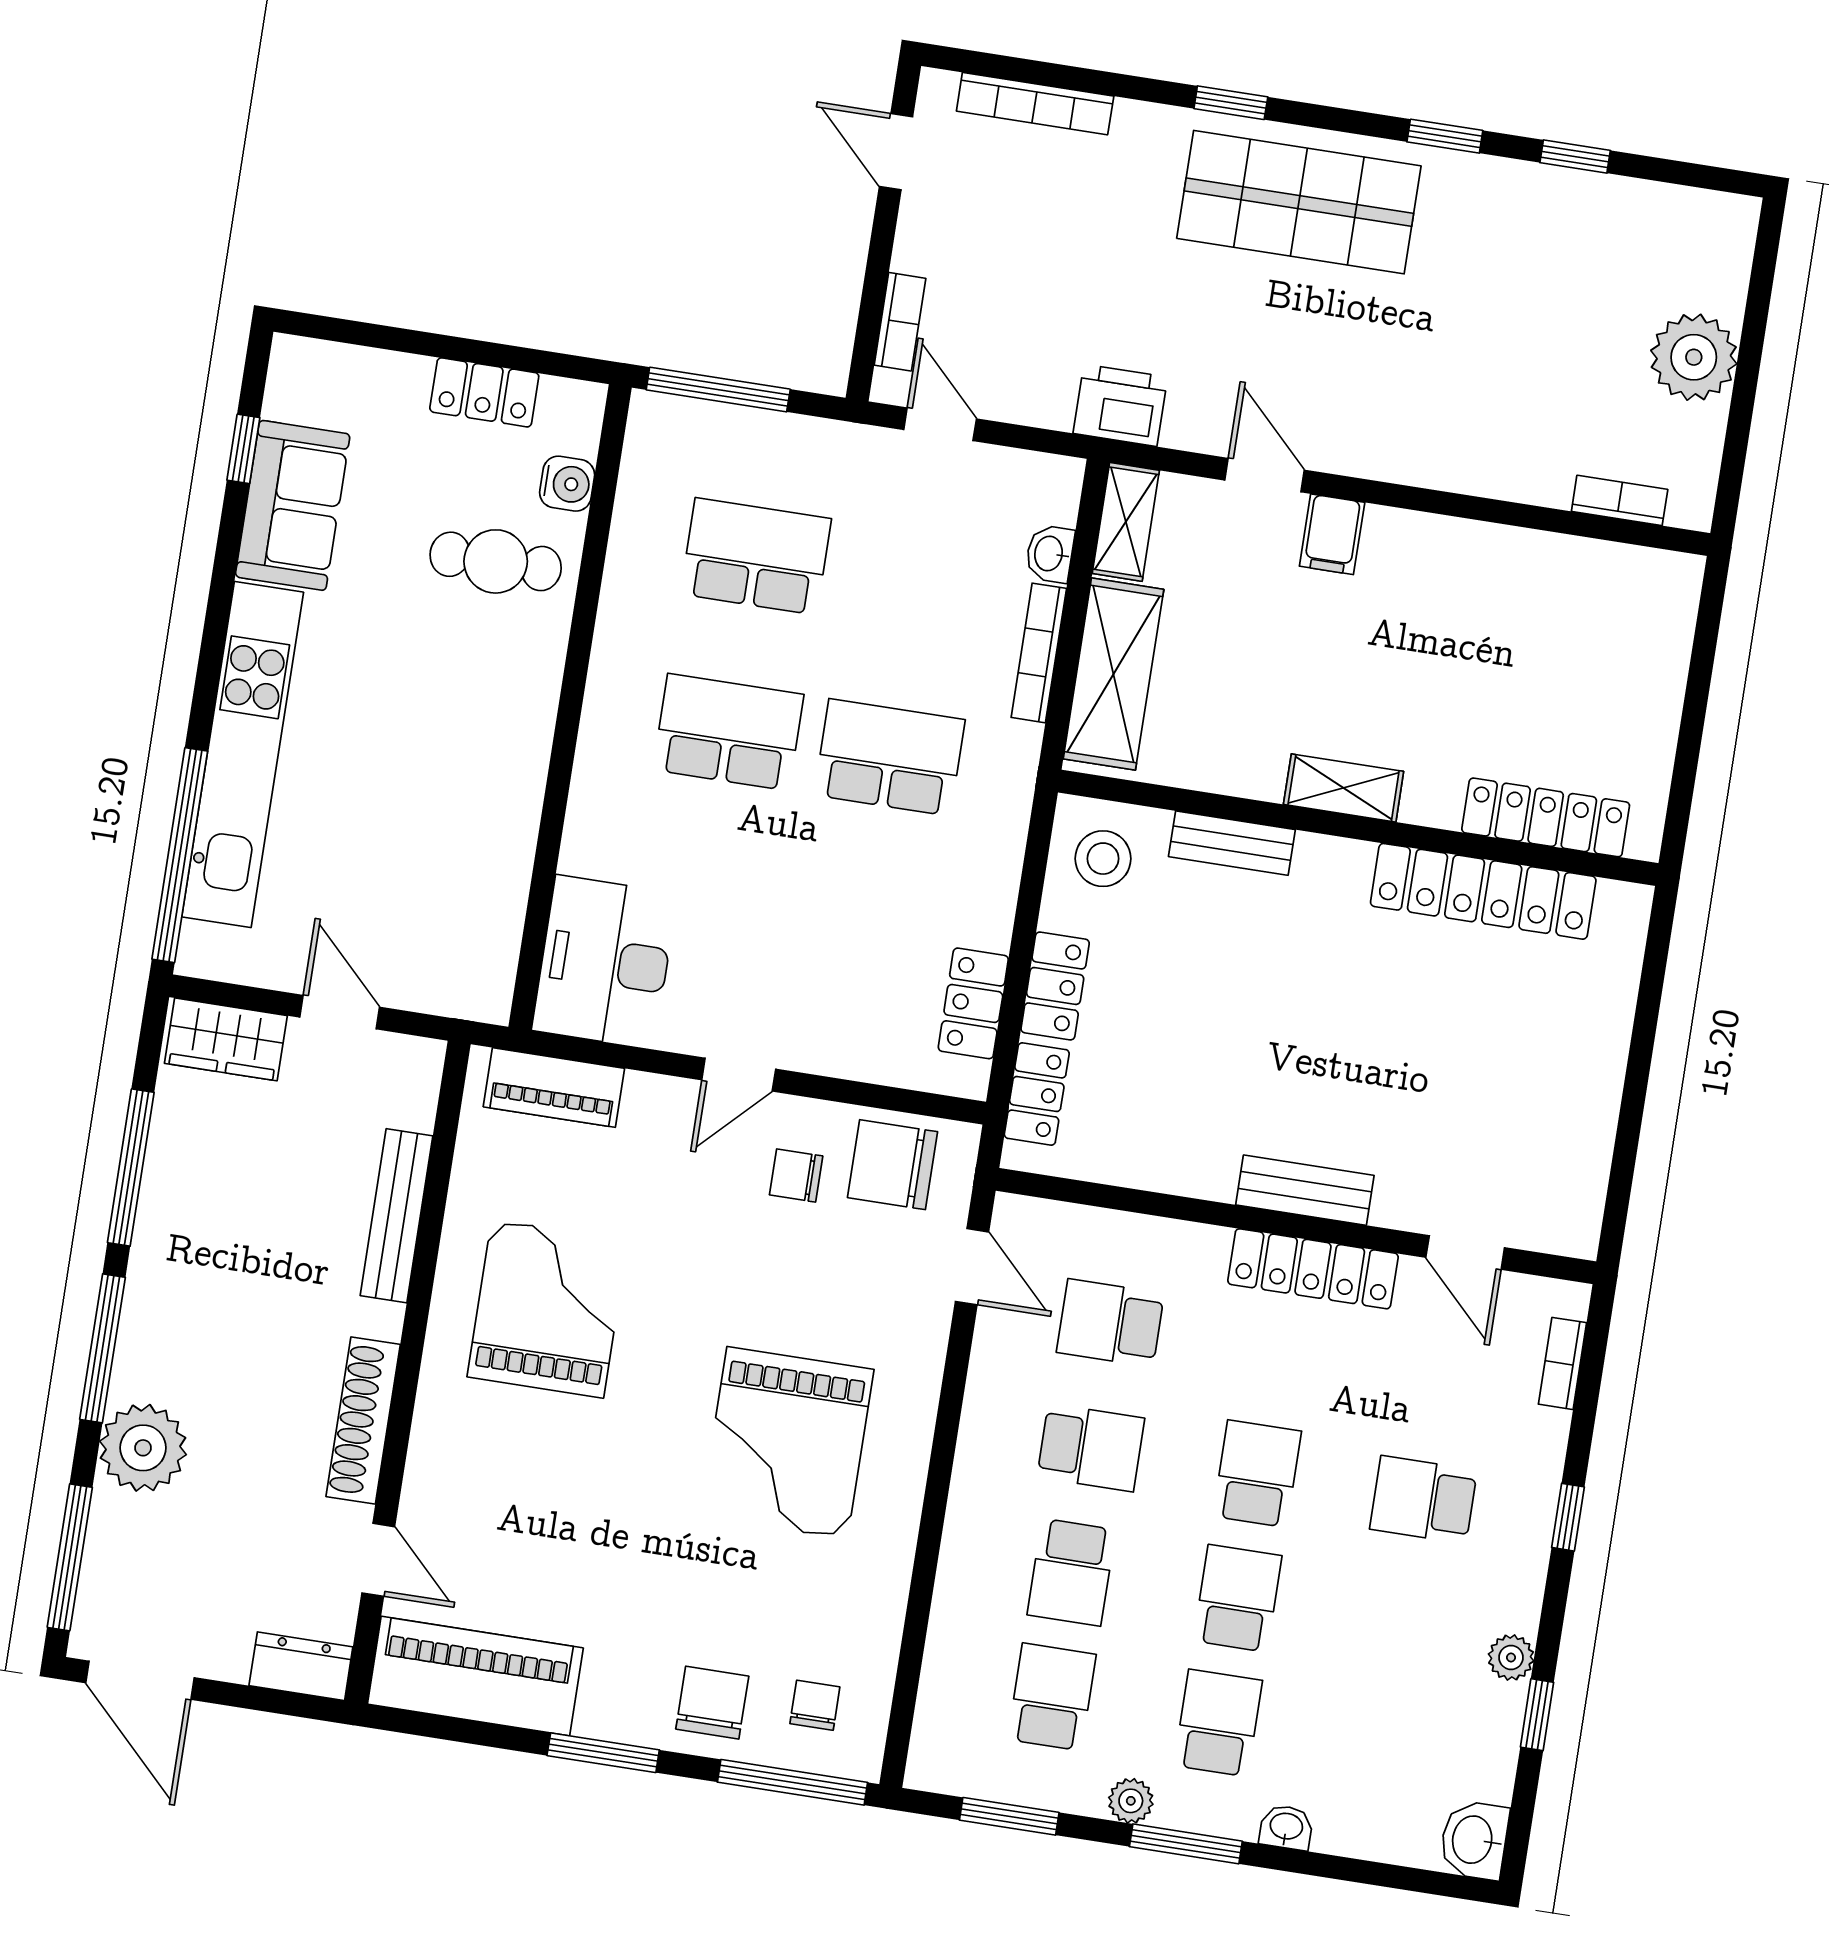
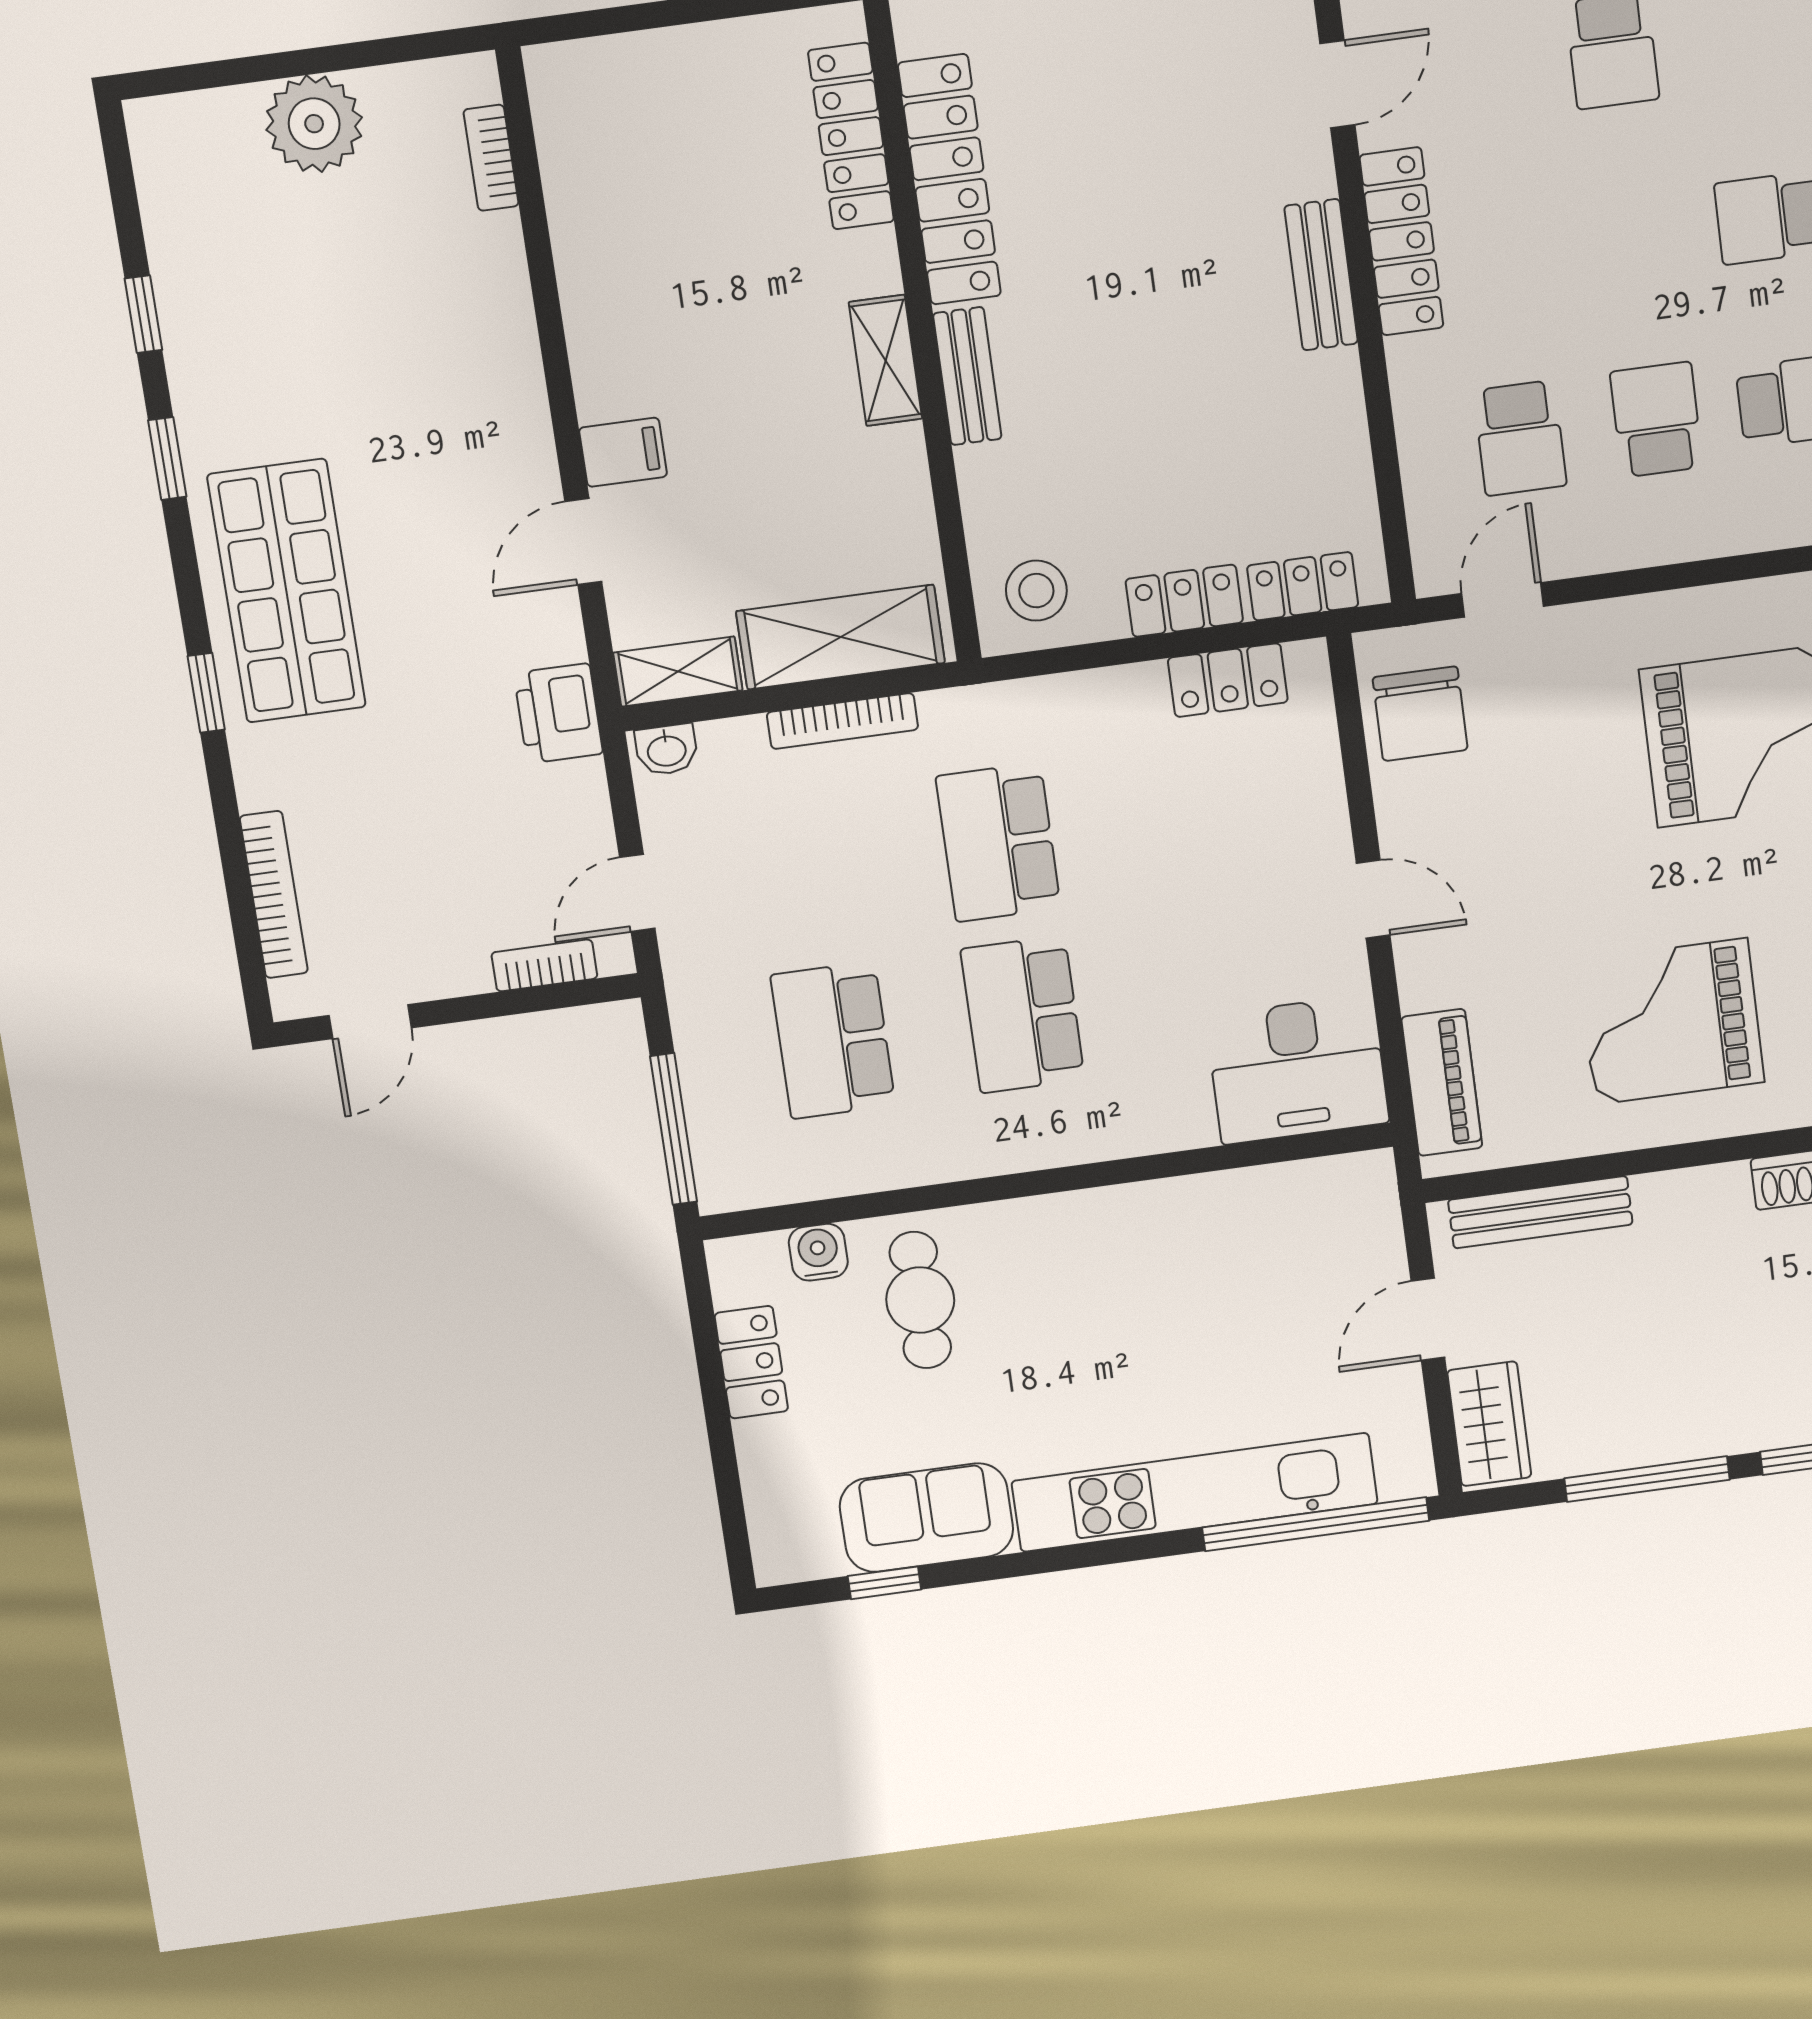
washbasin: (1050, 554) -> (667, 750), moved
bench: (1232, 843) -> (967, 376), moved
chair: (796, 1175) -> (1460, 809), removed
bench: (397, 1216) -> (1540, 1212), moved
school desk: (1257, 1474) -> (1634, 236), removed

